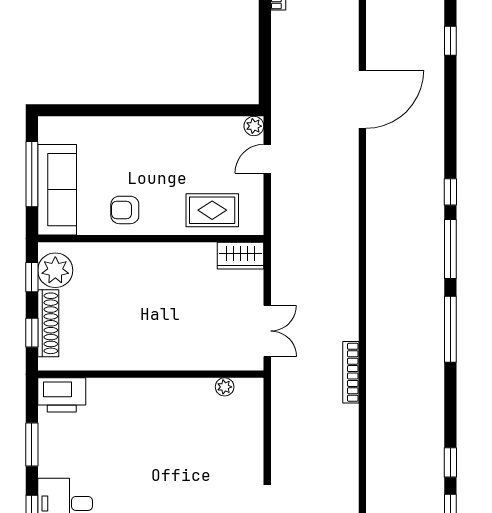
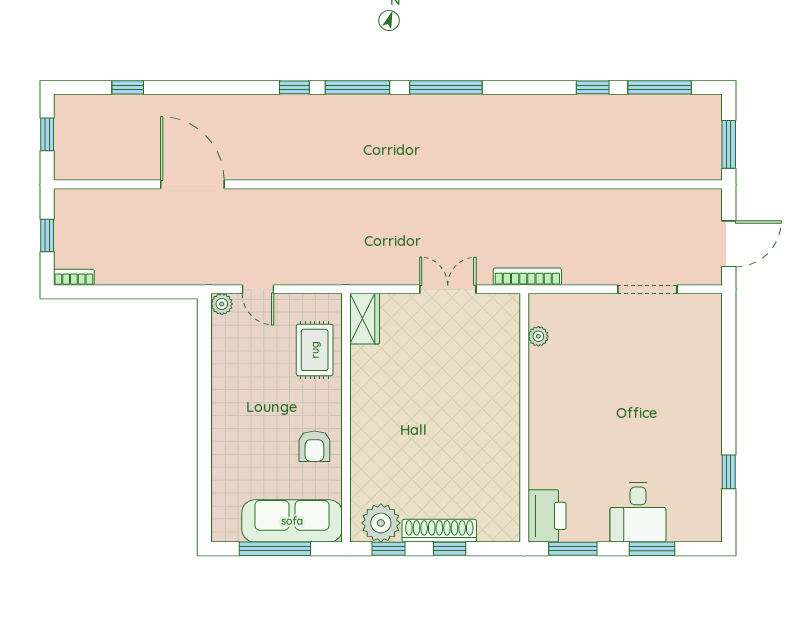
bookcase: (351, 372) -> (527, 277), moved, turned 180
wall: (151, 374) -> (524, 418), moved
plant: (225, 387) -> (538, 336), moved
printer: (62, 395) -> (547, 516), moved

